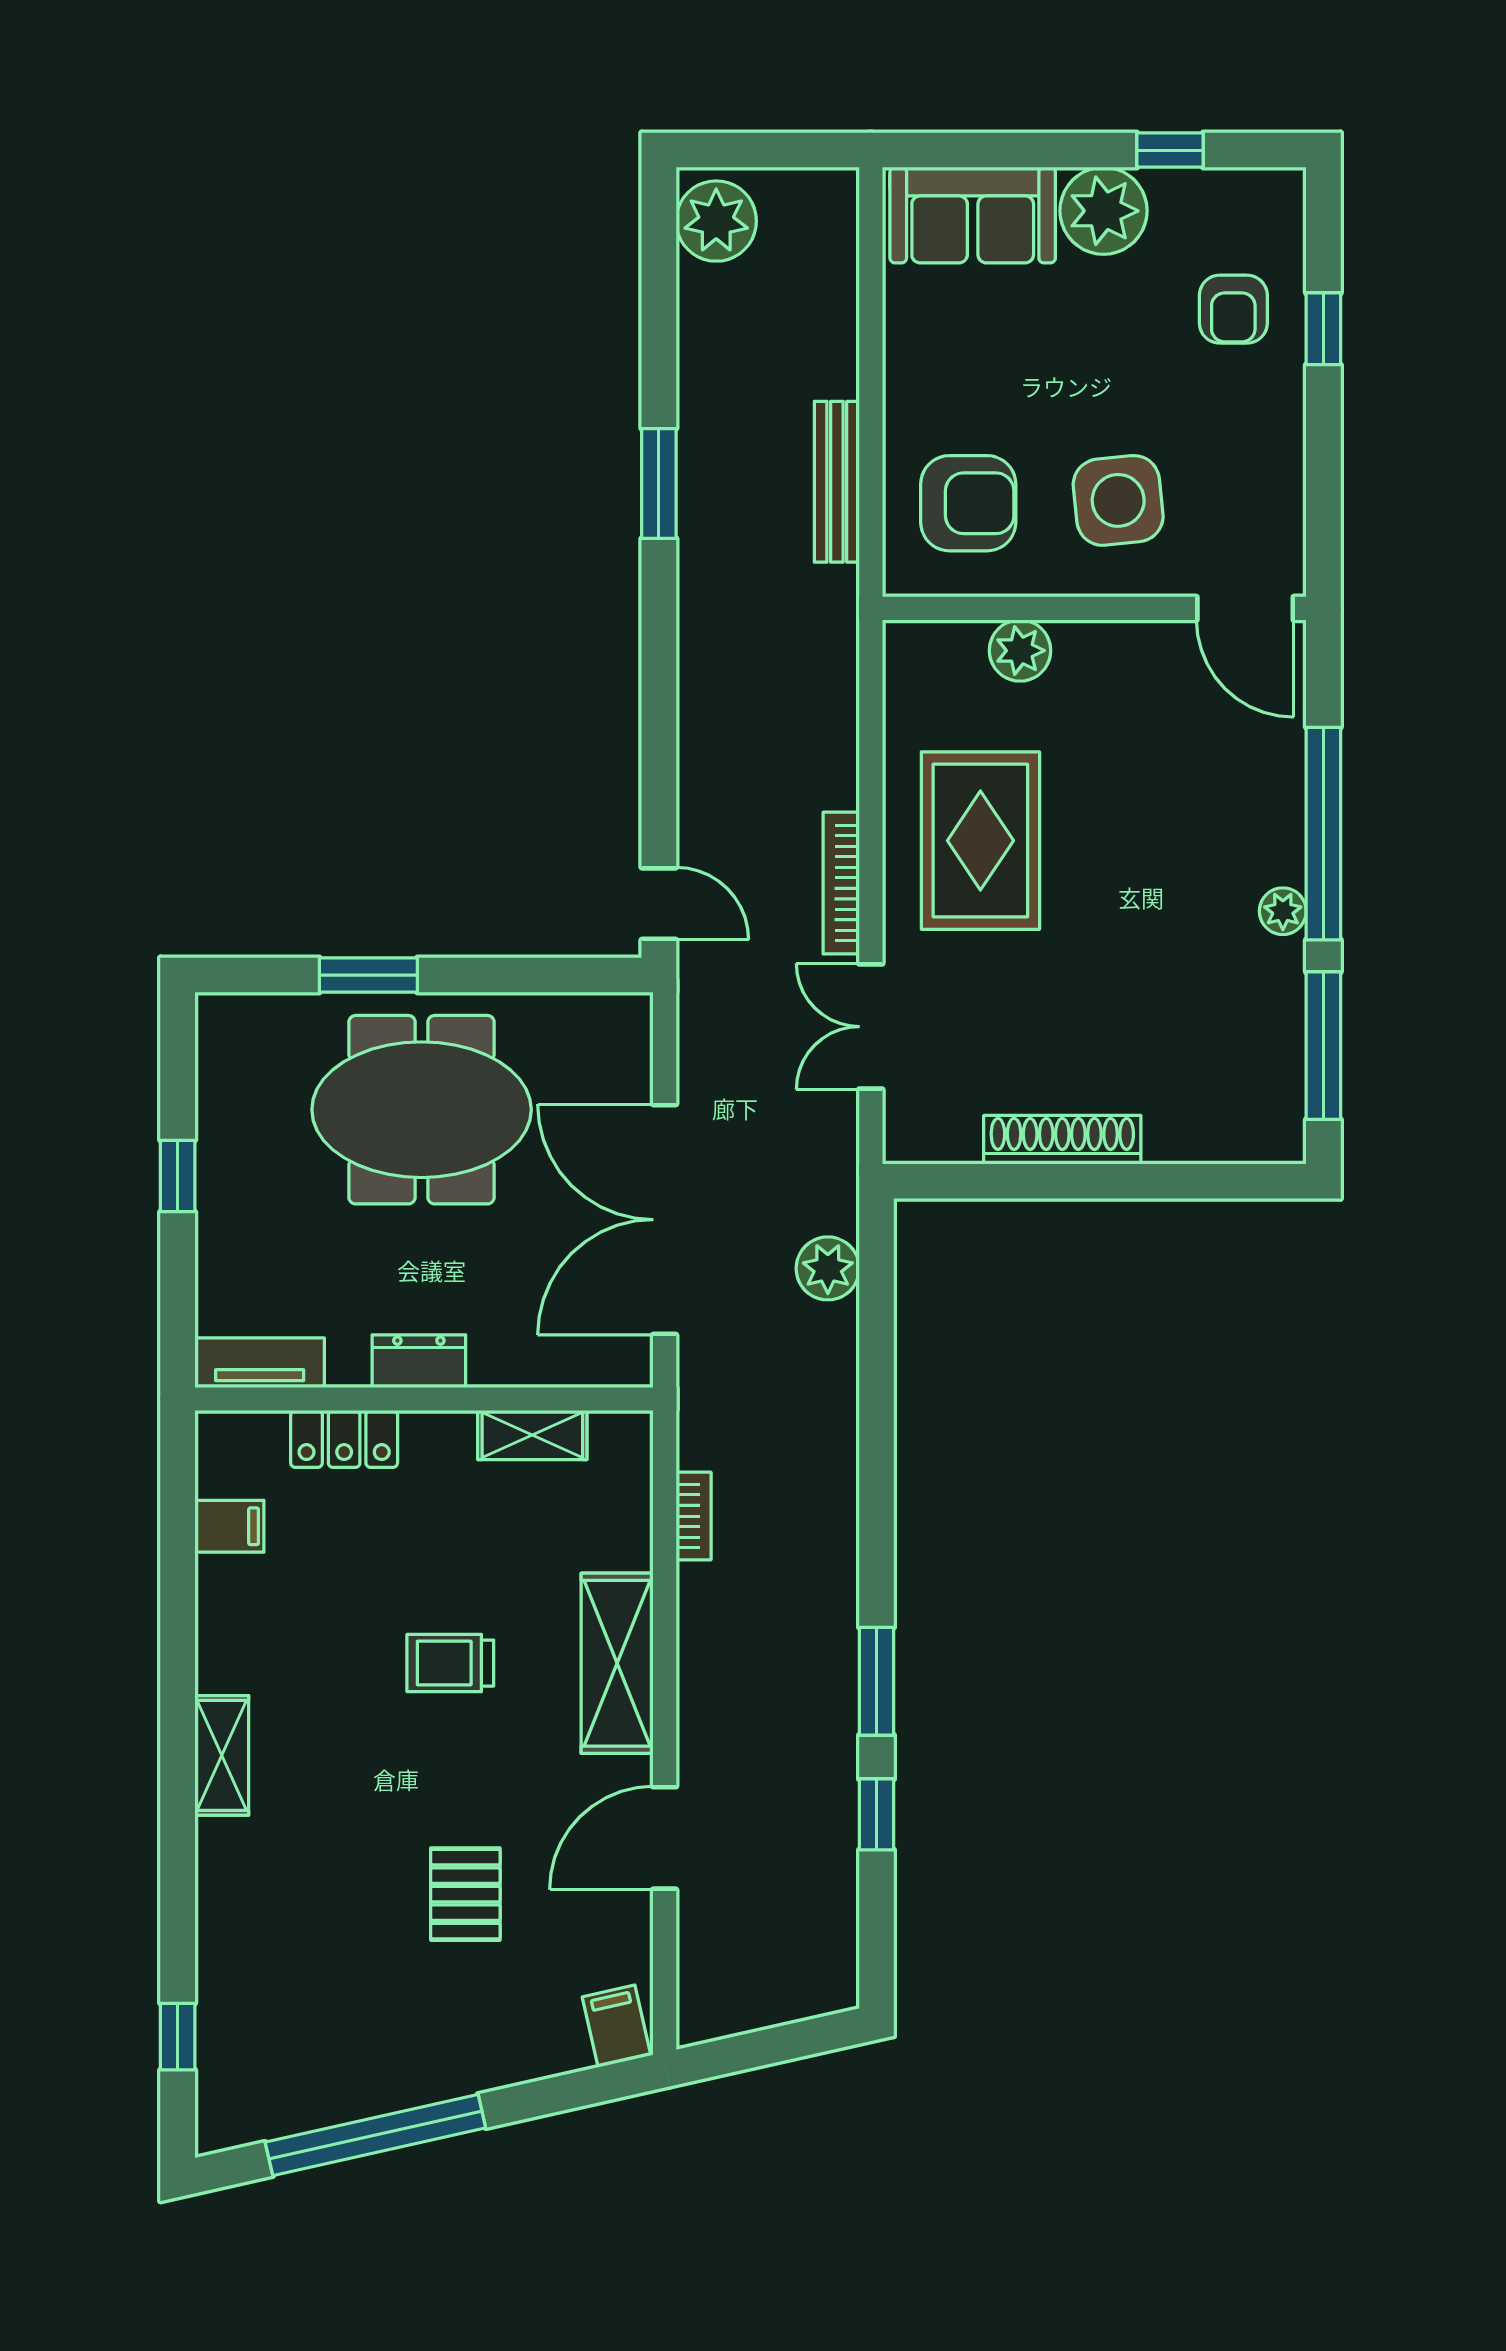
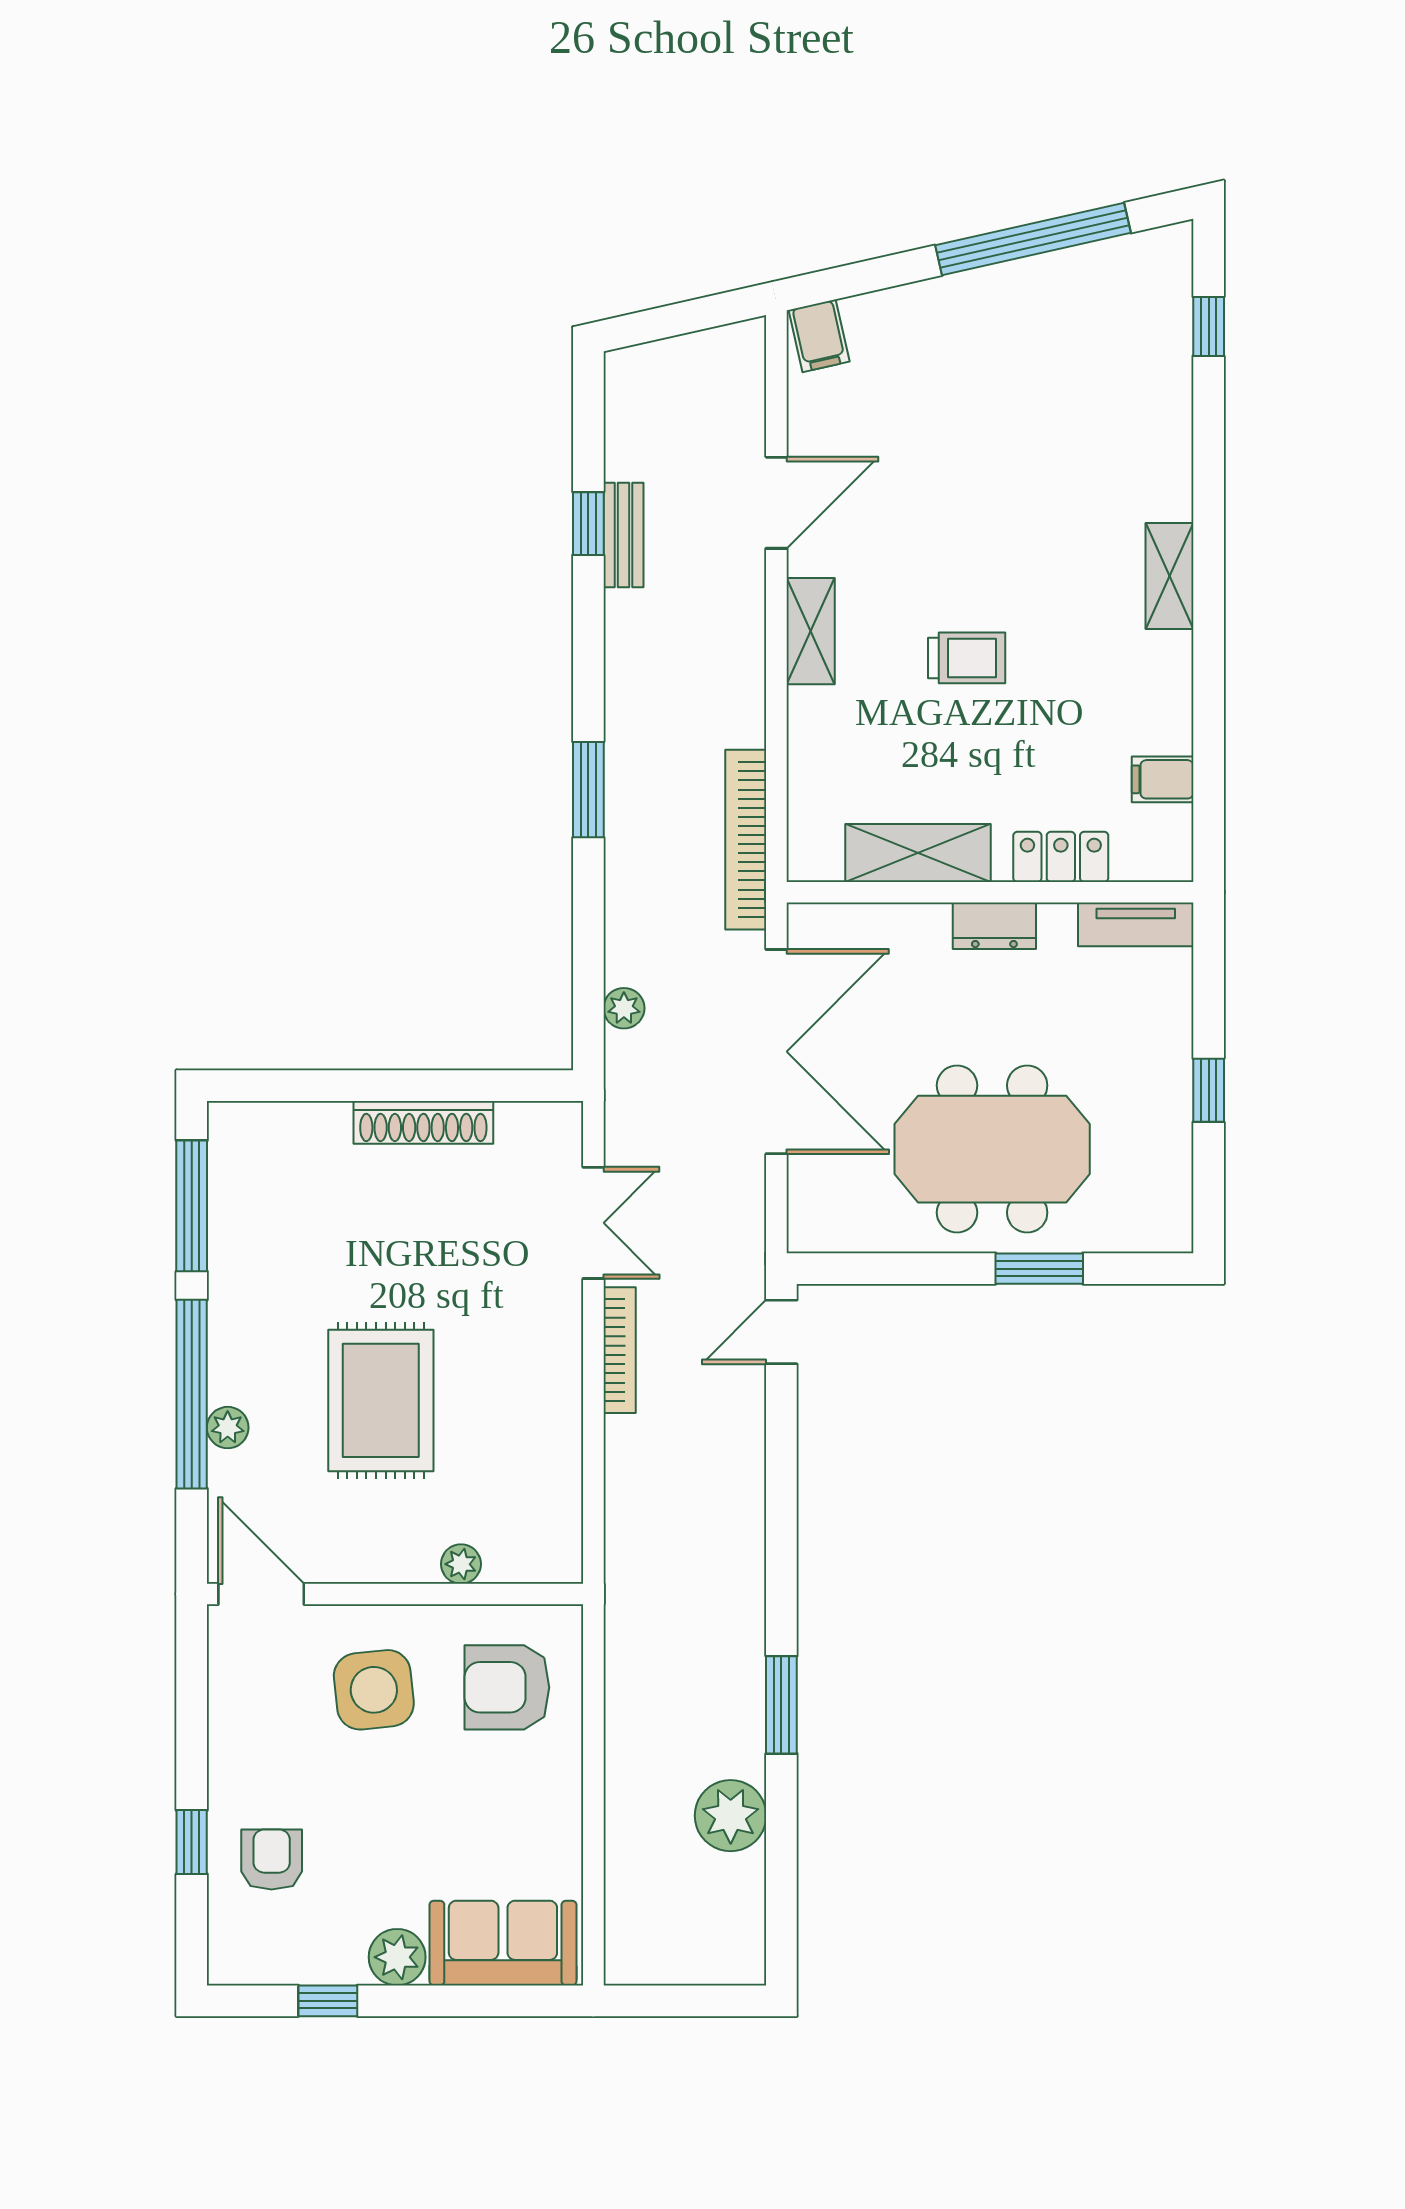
plant: (1103, 211) -> (397, 1957), width x0.73, depth x0.73
plant: (716, 221) -> (731, 1816), moved
bench: (837, 482) -> (624, 535), moved, width x0.73
plant: (1020, 651) -> (461, 1564), width x0.73, depth x0.73
rug: (980, 841) -> (381, 1400), moved
door: (659, 904) -> (781, 1332), hinge flipped
plant: (1283, 911) -> (228, 1428), moved
plant: (828, 1268) -> (624, 1008), width x0.73, depth x0.73
shelving: (532, 1435) -> (918, 853), width x1.50, depth x1.33
bookcase: (694, 1516) -> (746, 840), width x2.31, depth x1.31
shelving: (617, 1663) -> (811, 631), width x0.67, depth x0.75
window: (877, 1681) -> (588, 790), moved
pallet: (465, 1894) -> (953, 453), removed

